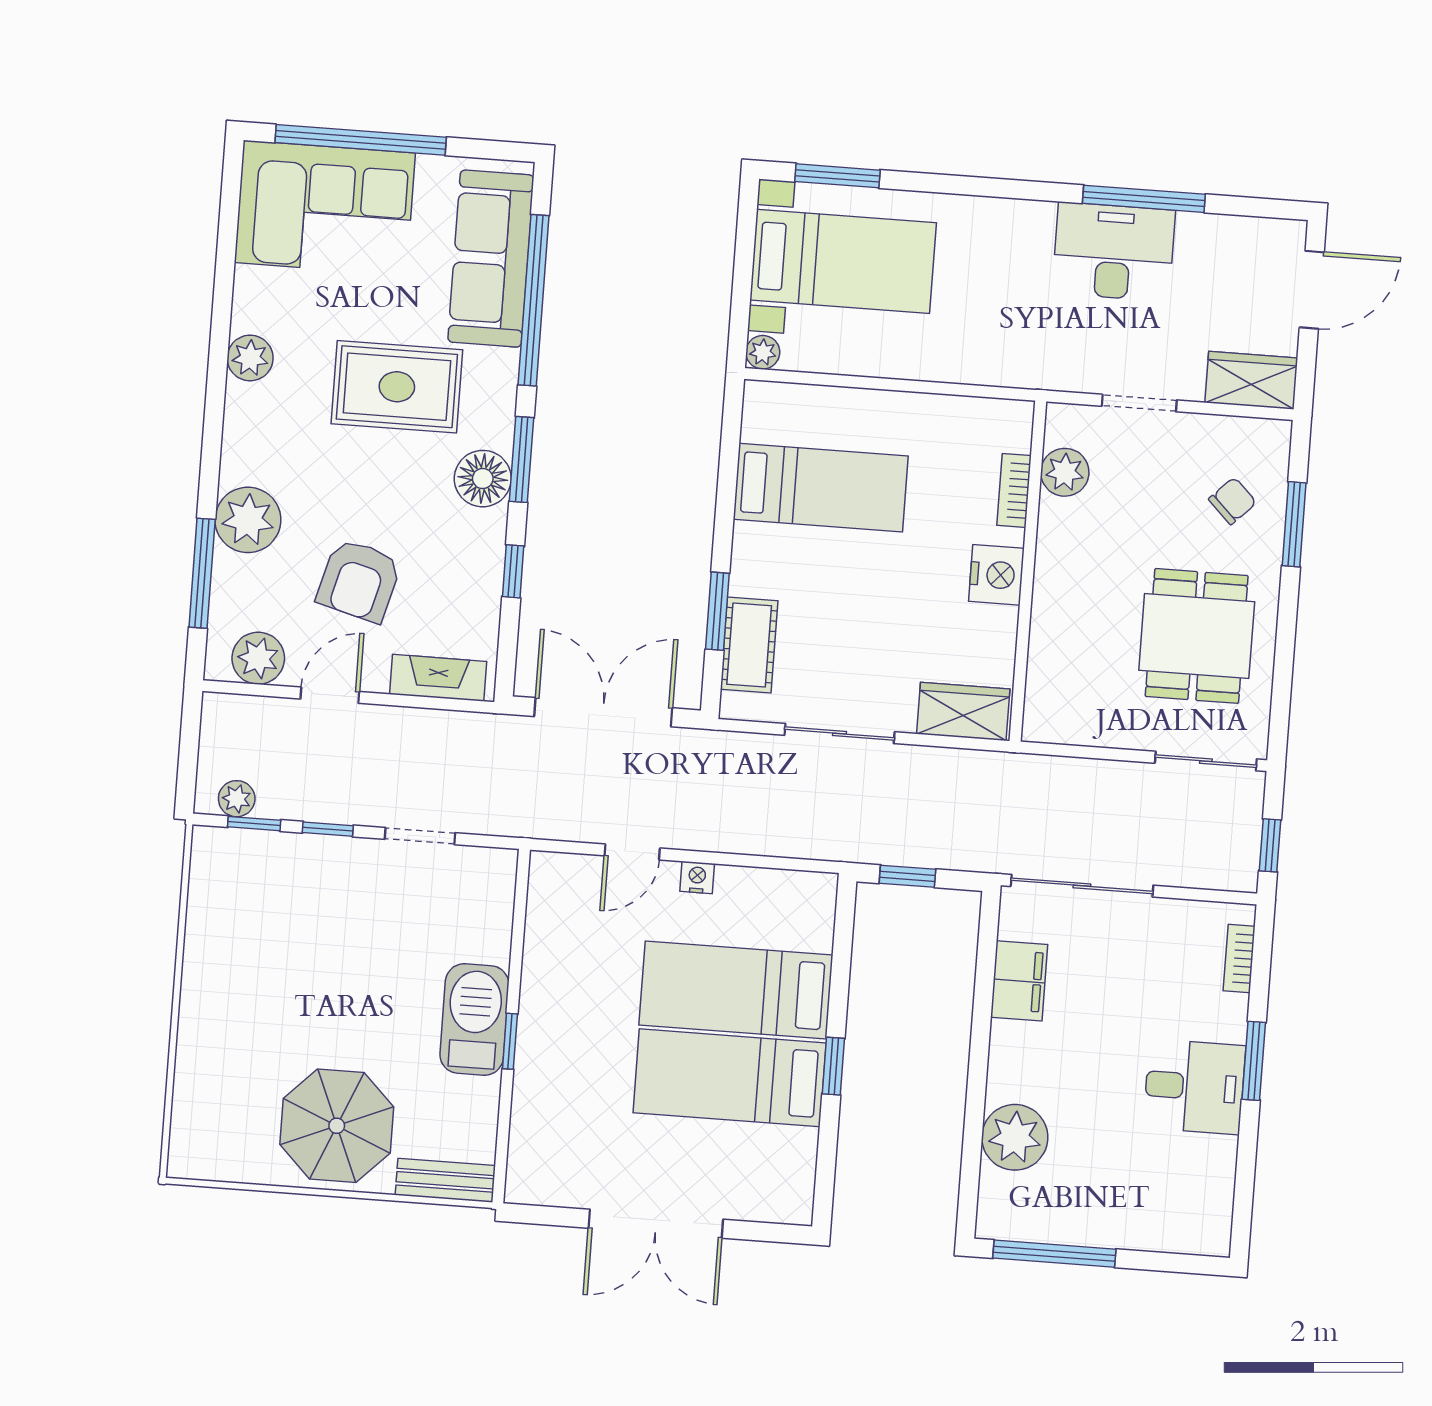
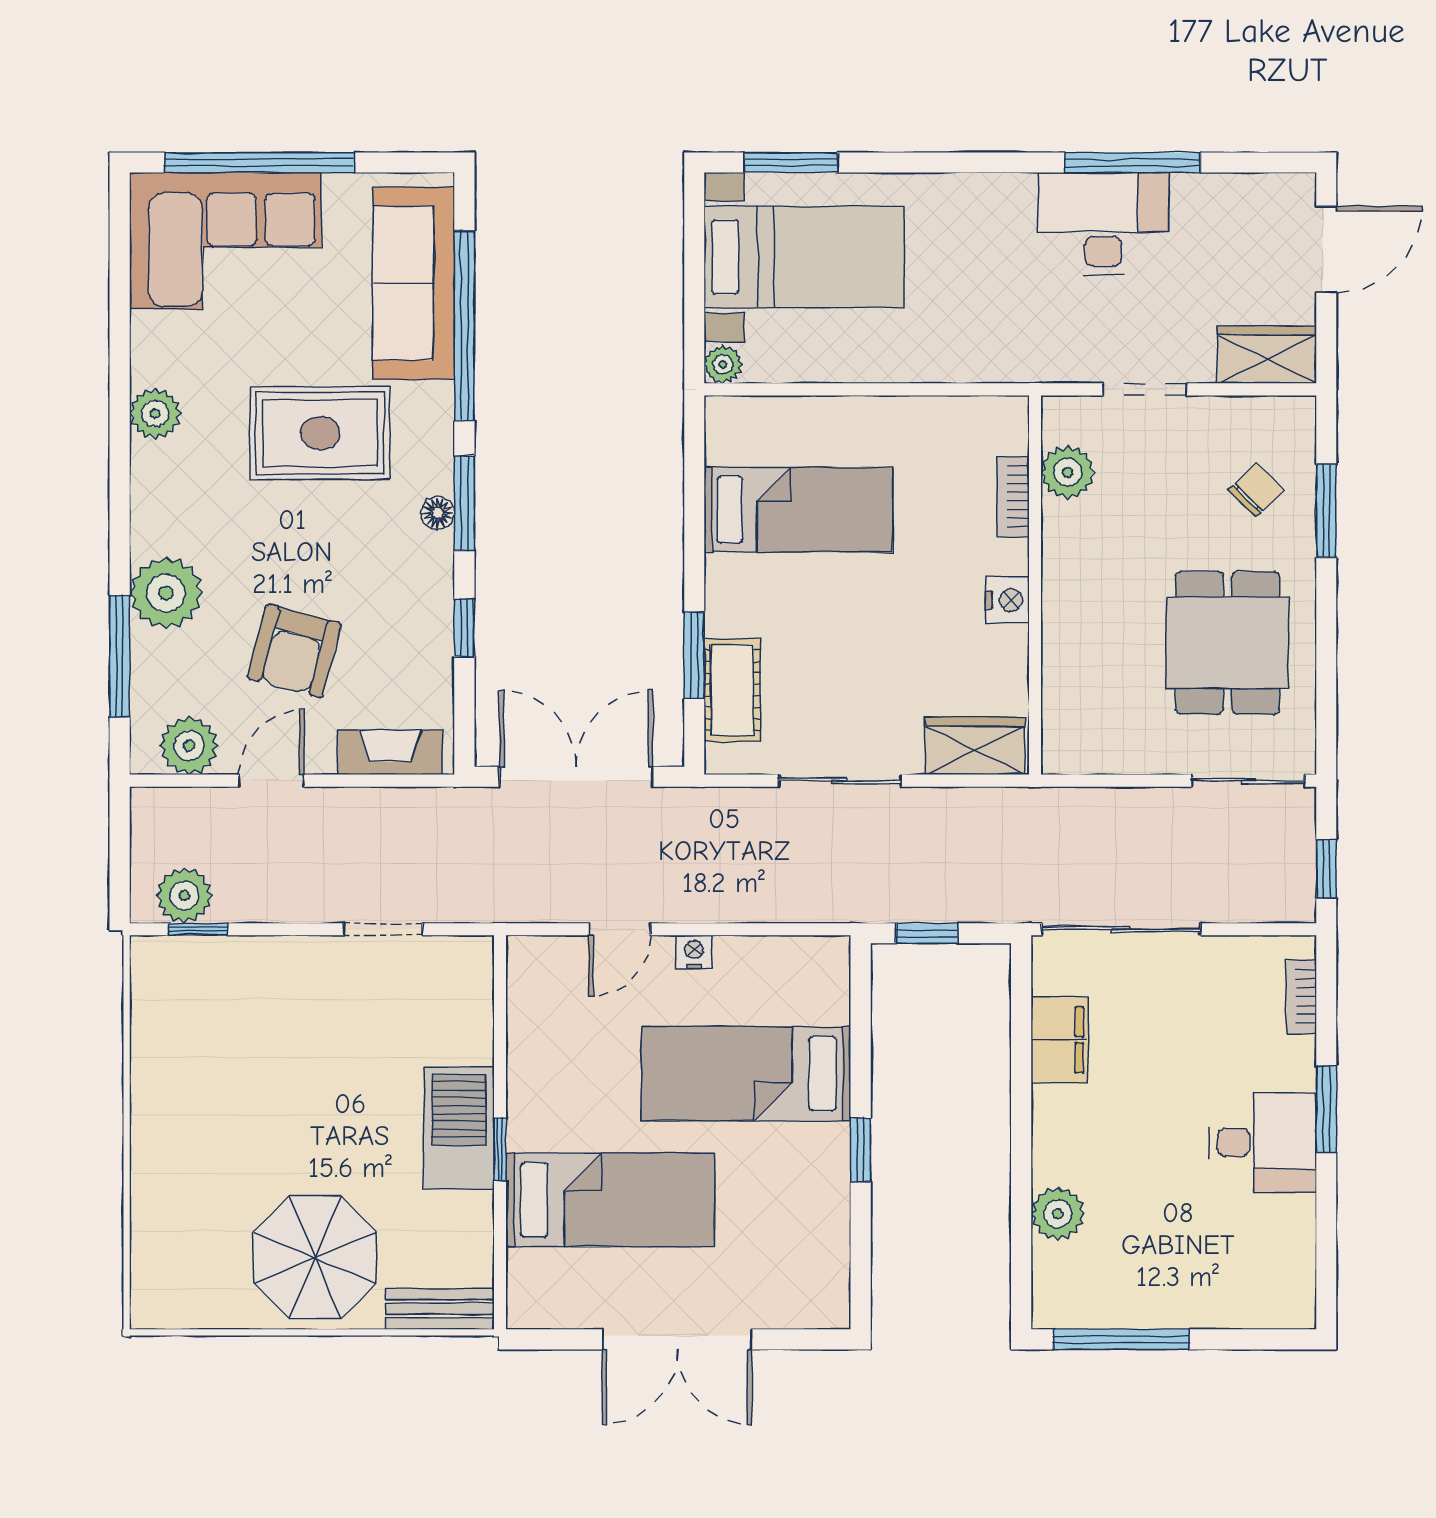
floor lamp: (483, 479) -> (438, 513), width x0.53, depth x0.53
nightstand: (996, 575) -> (1007, 600), width x0.74, depth x0.75
plant: (237, 799) -> (184, 896), width x1.38, depth x1.38
window: (328, 829) -> (280, 929), removed
bed: (730, 1078) -> (610, 1200), moved, turned 180
plant: (1015, 1137) -> (1058, 1214), width x0.73, depth x0.73

